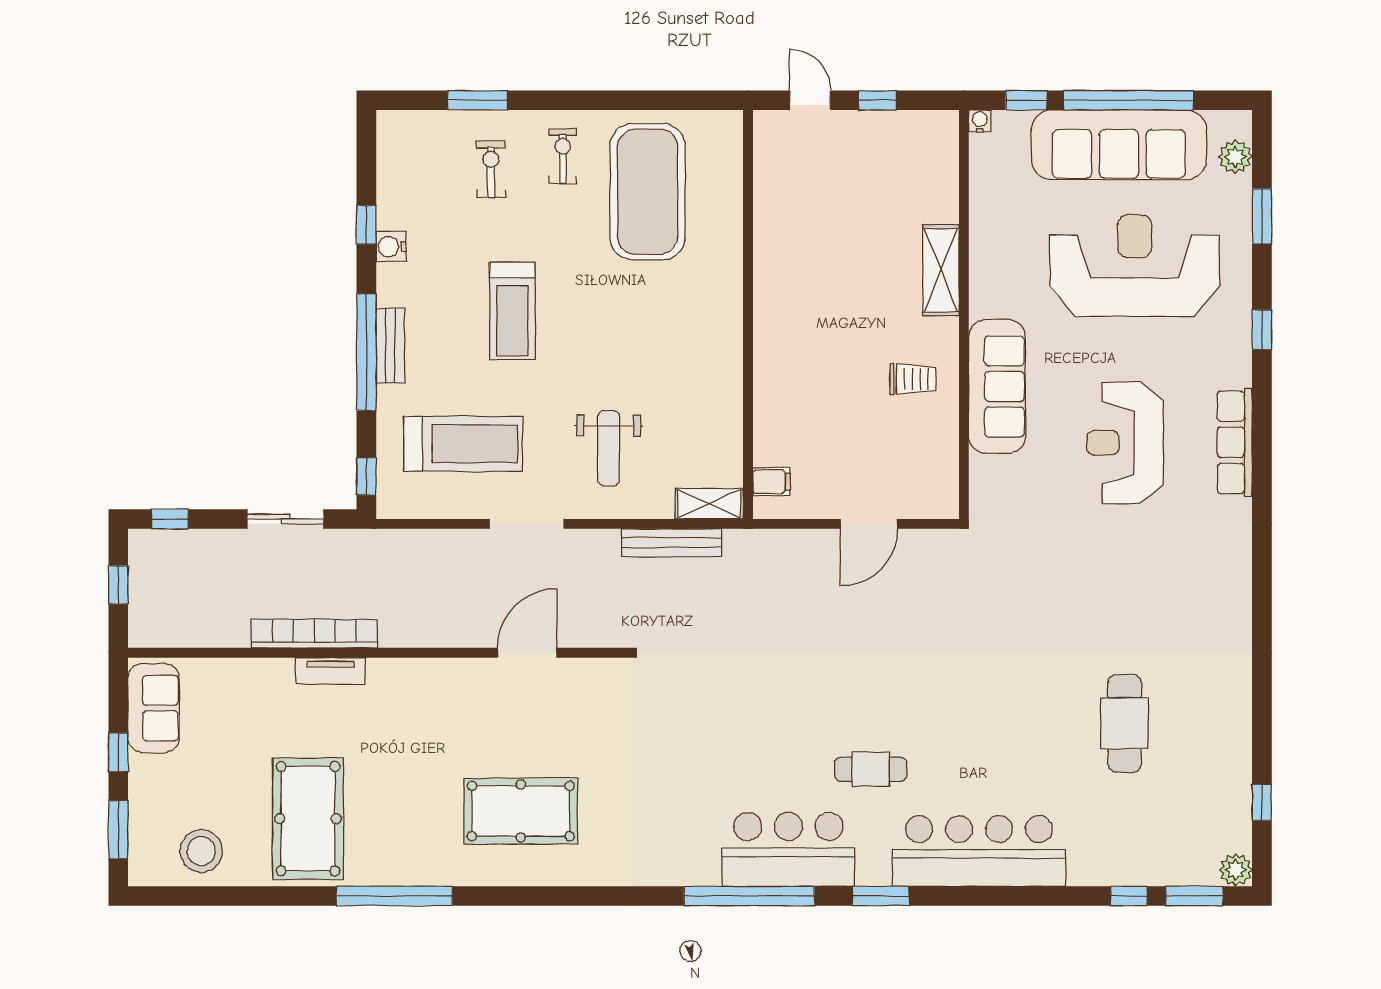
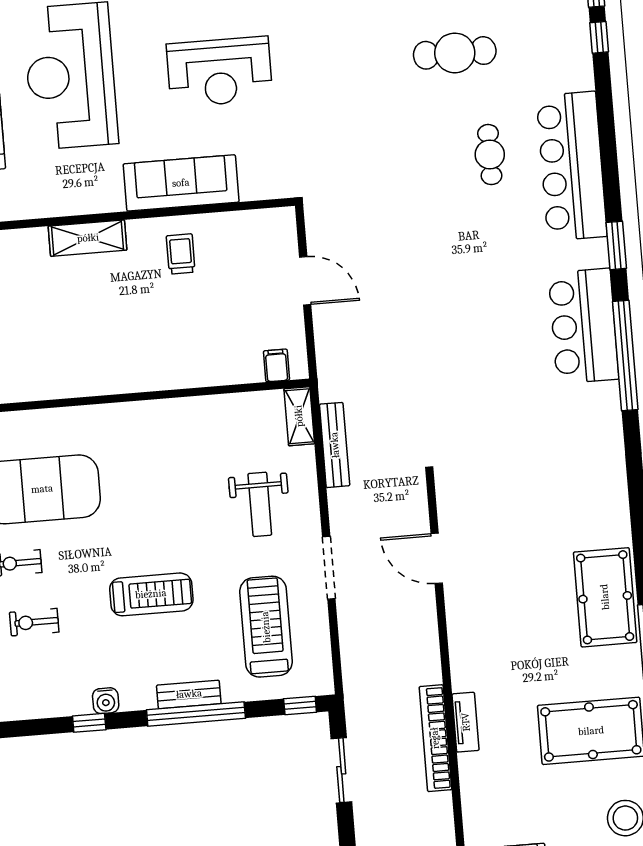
weight bench: (609, 448) -> (260, 504), turned 90
cafe table: (871, 769) -> (490, 155), moved
pool table: (521, 811) -> (605, 597), moved

